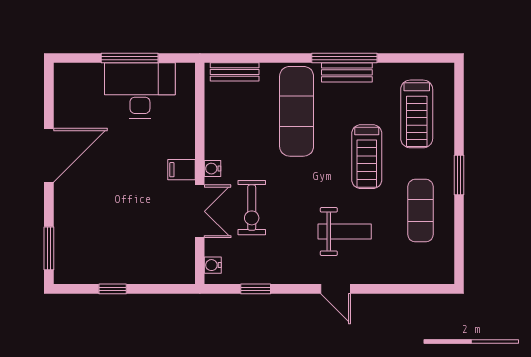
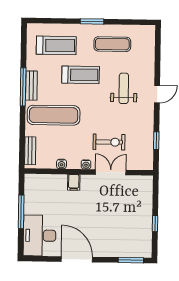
desk: (140, 90) -> (40, 236), moved
filing cabinet: (181, 170) -> (74, 182), moved
water cooler: (213, 265) -> (62, 164), moved

